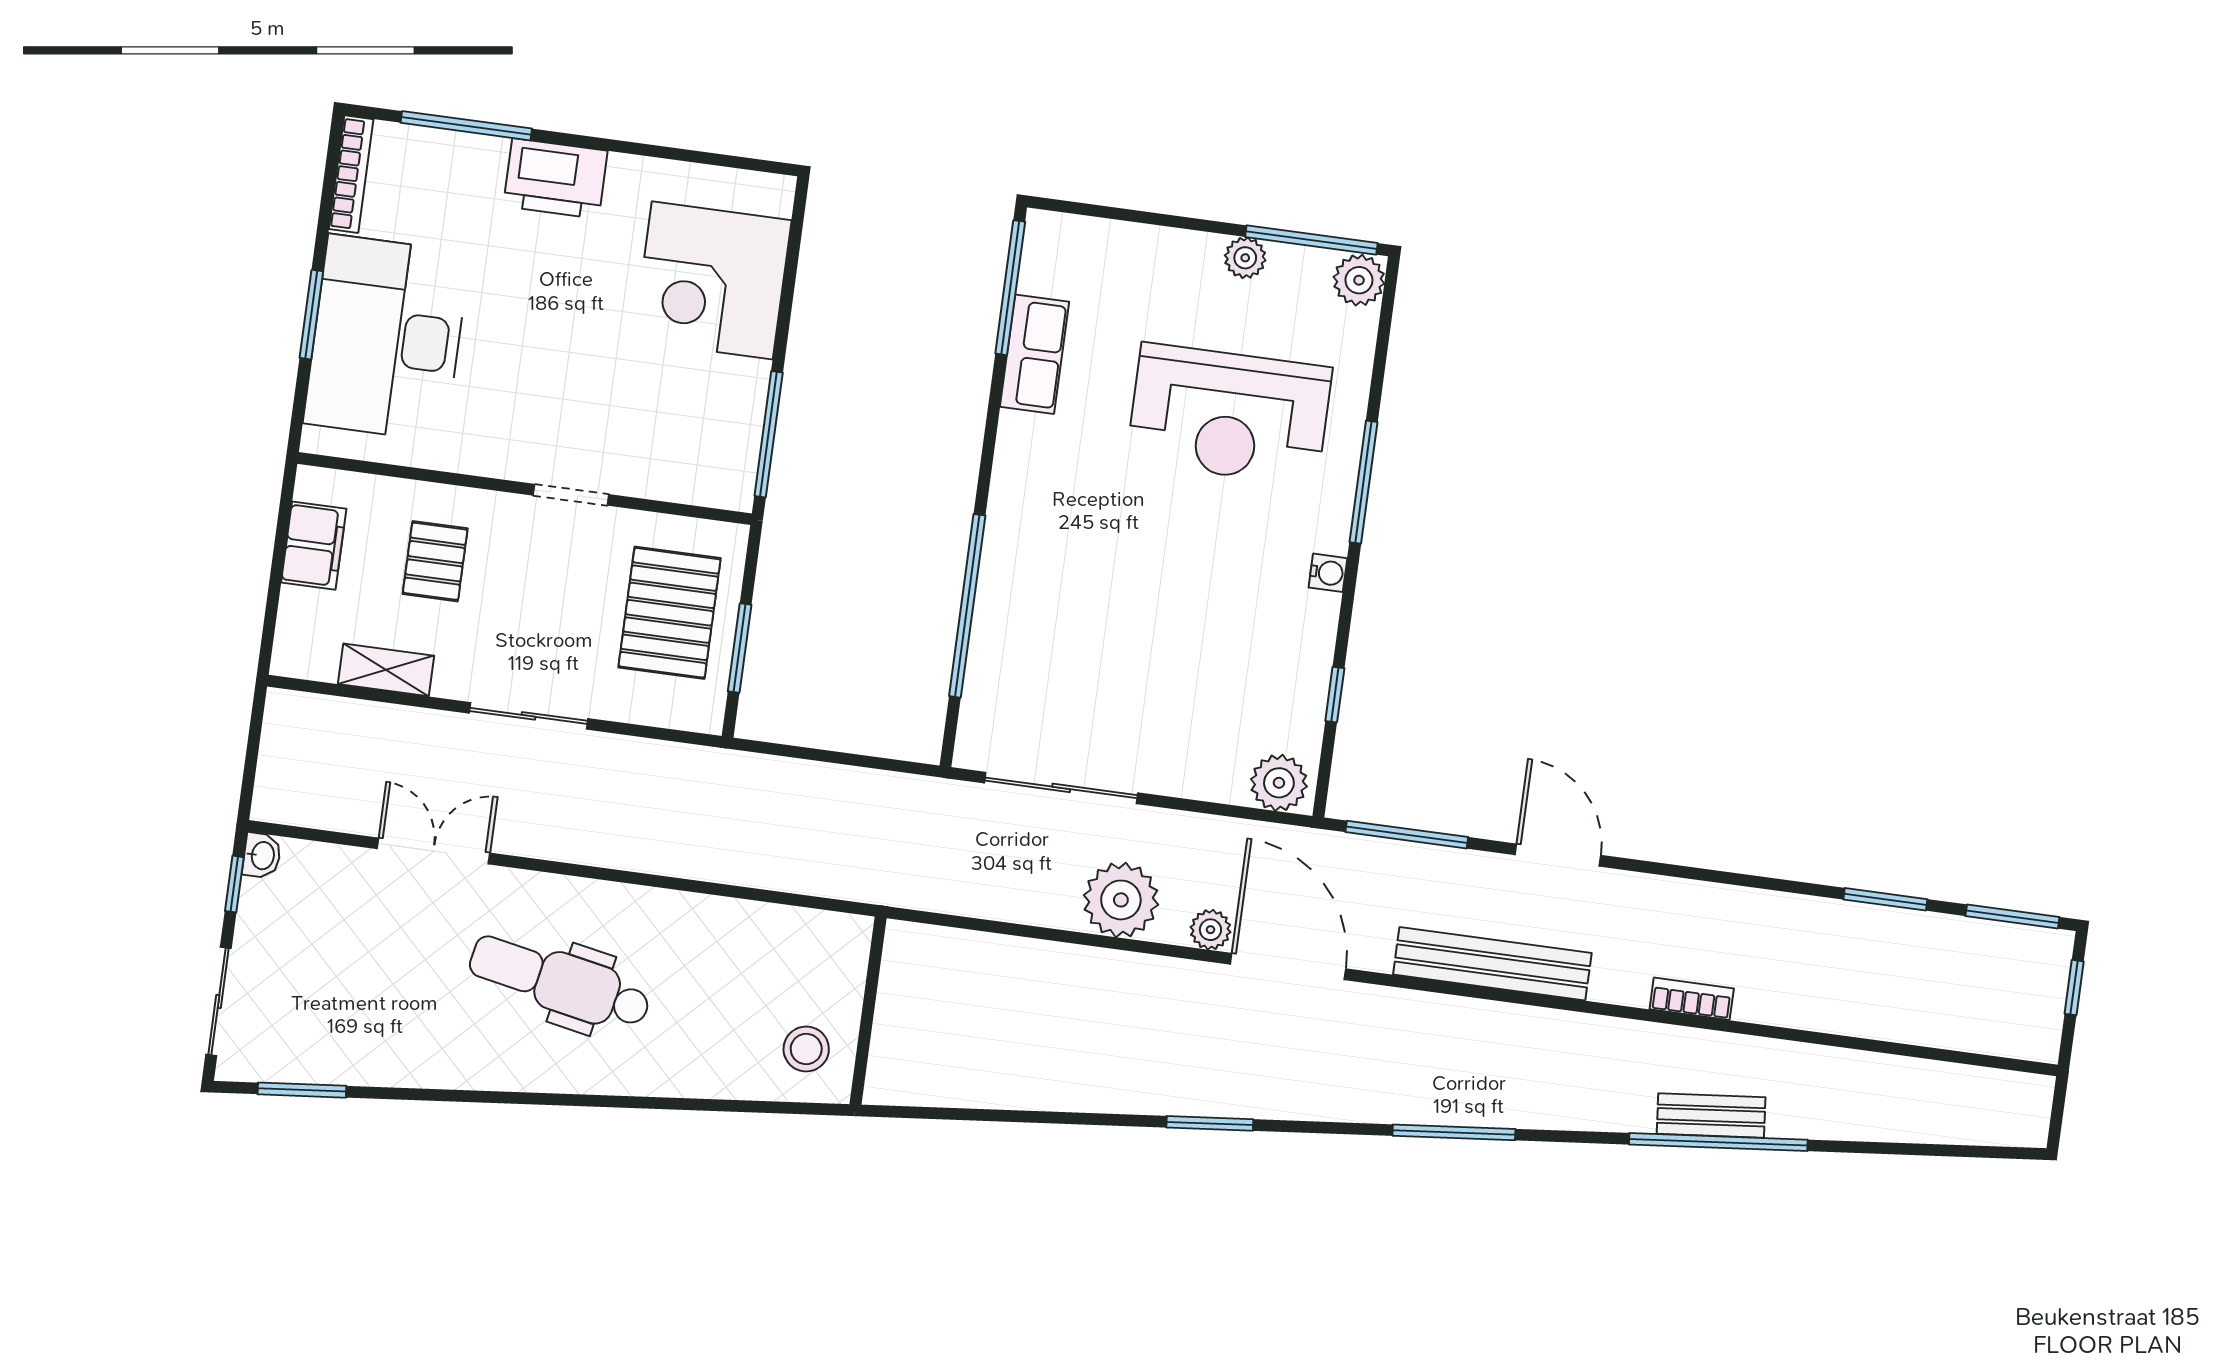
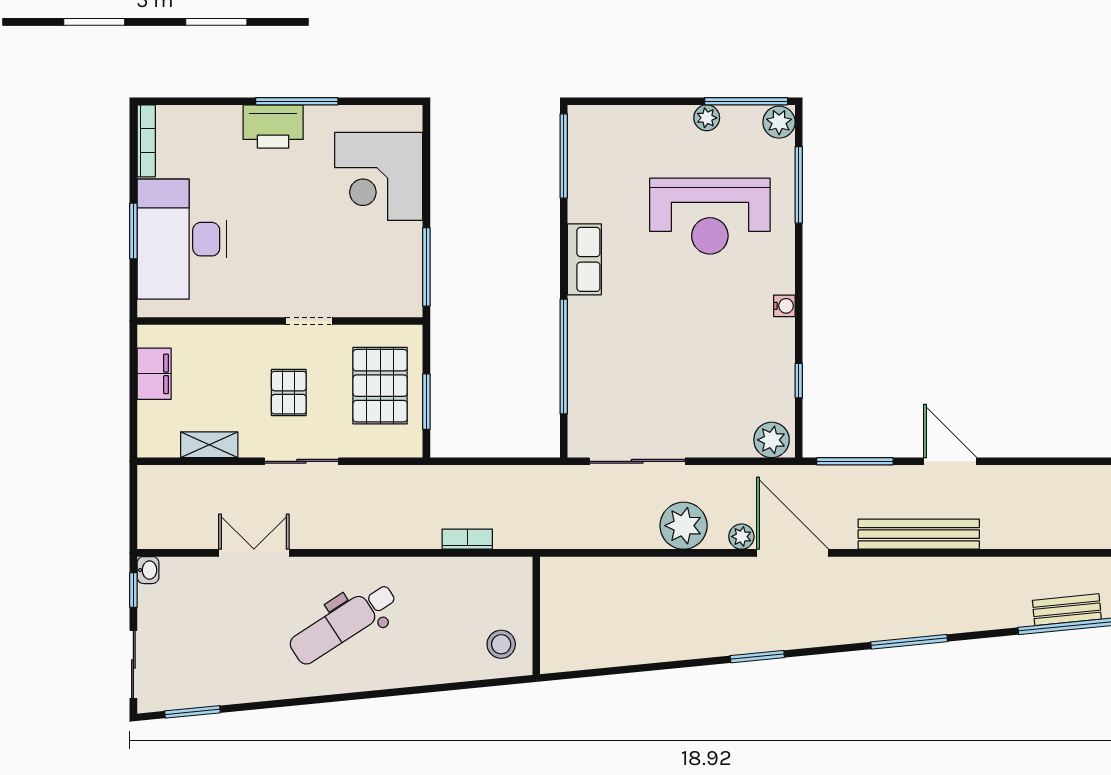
window: (466, 126) -> (297, 101), moved
row of seats: (1034, 354) -> (584, 259), moved
window: (1364, 482) -> (799, 185), moved
pallet: (435, 561) -> (289, 393), moved
dental chair: (560, 982) -> (343, 623), turned -44
bookcase: (1692, 999) -> (467, 539), moved

